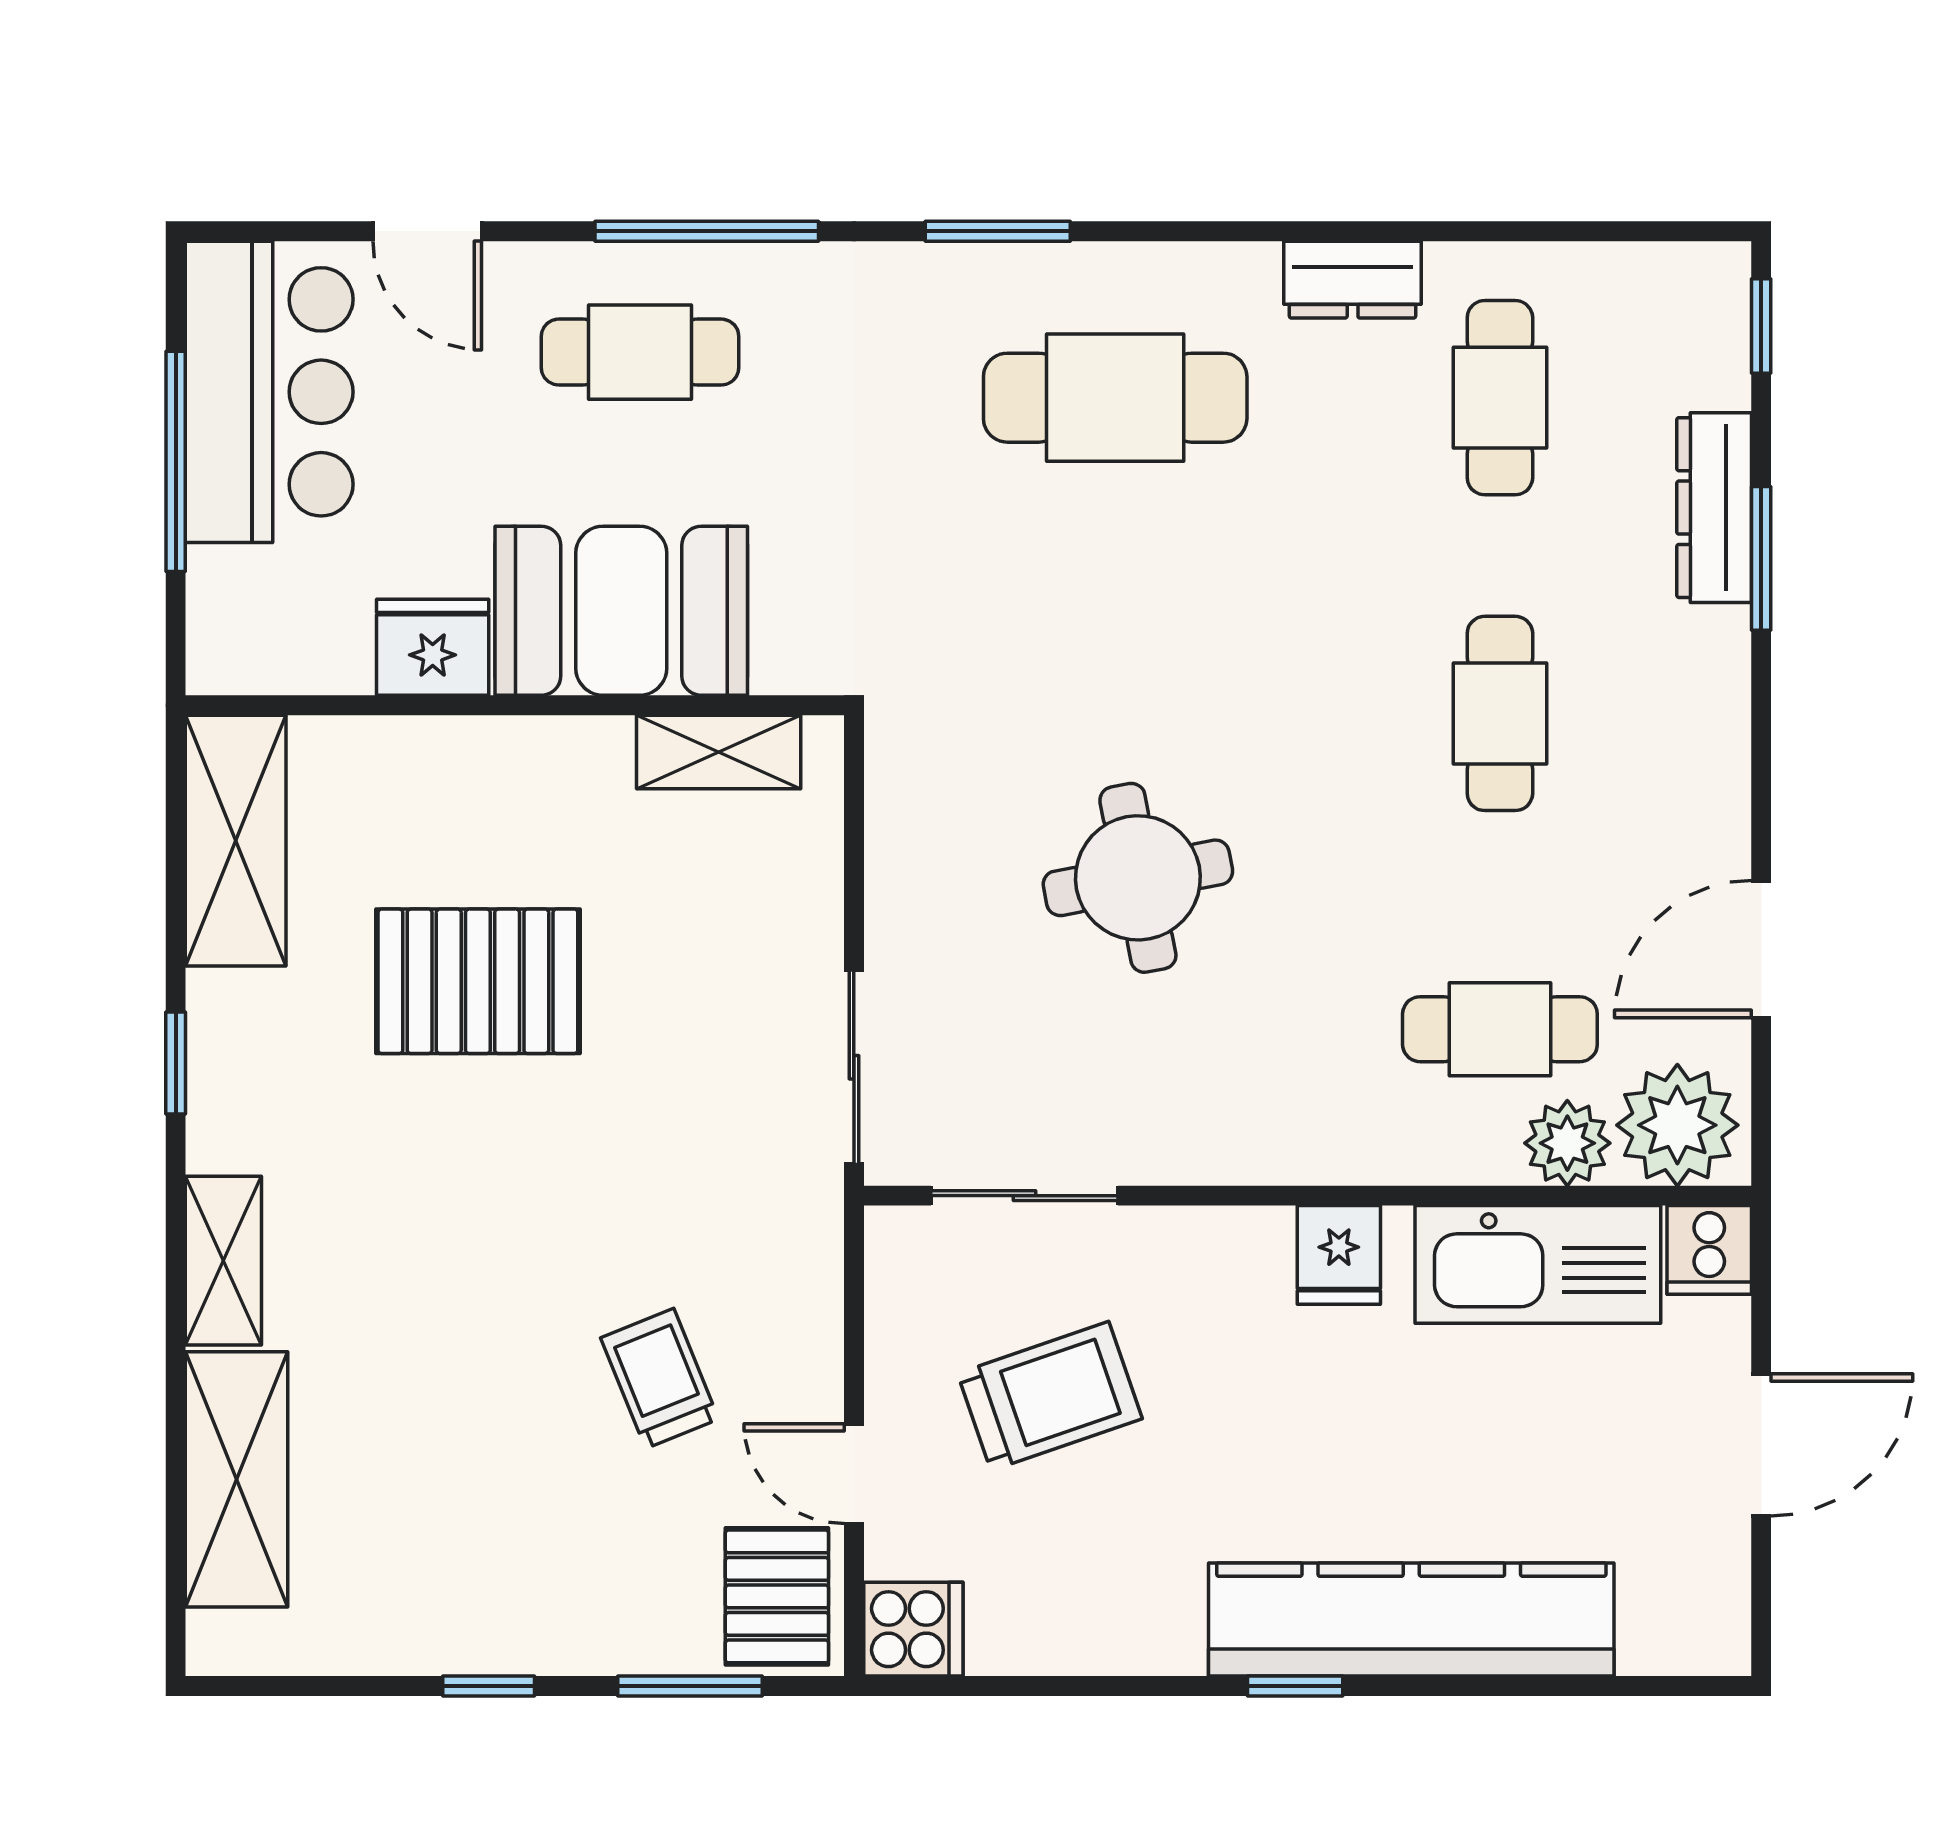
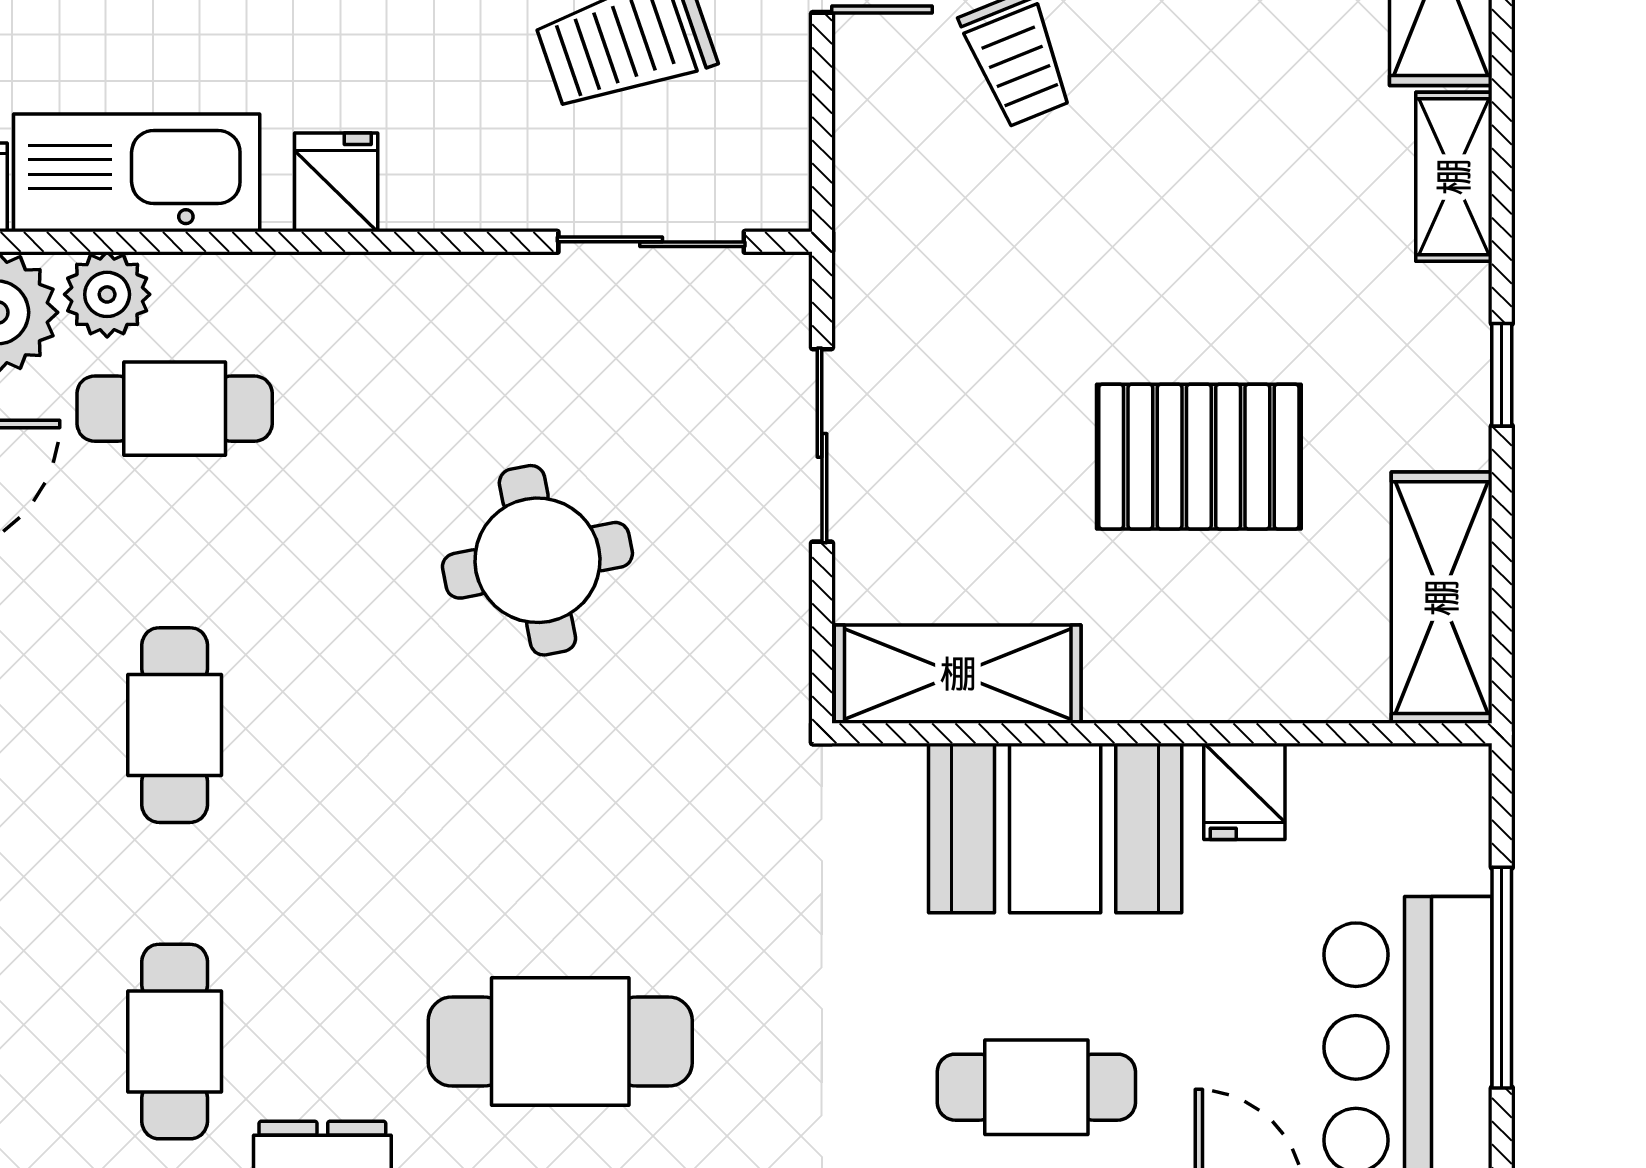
fridge: (433, 647) -> (1244, 791), width x0.72
shelving: (719, 752) -> (958, 674), width x1.50, depth x1.33
sliding door: (854, 1067) -> (822, 445), moved

